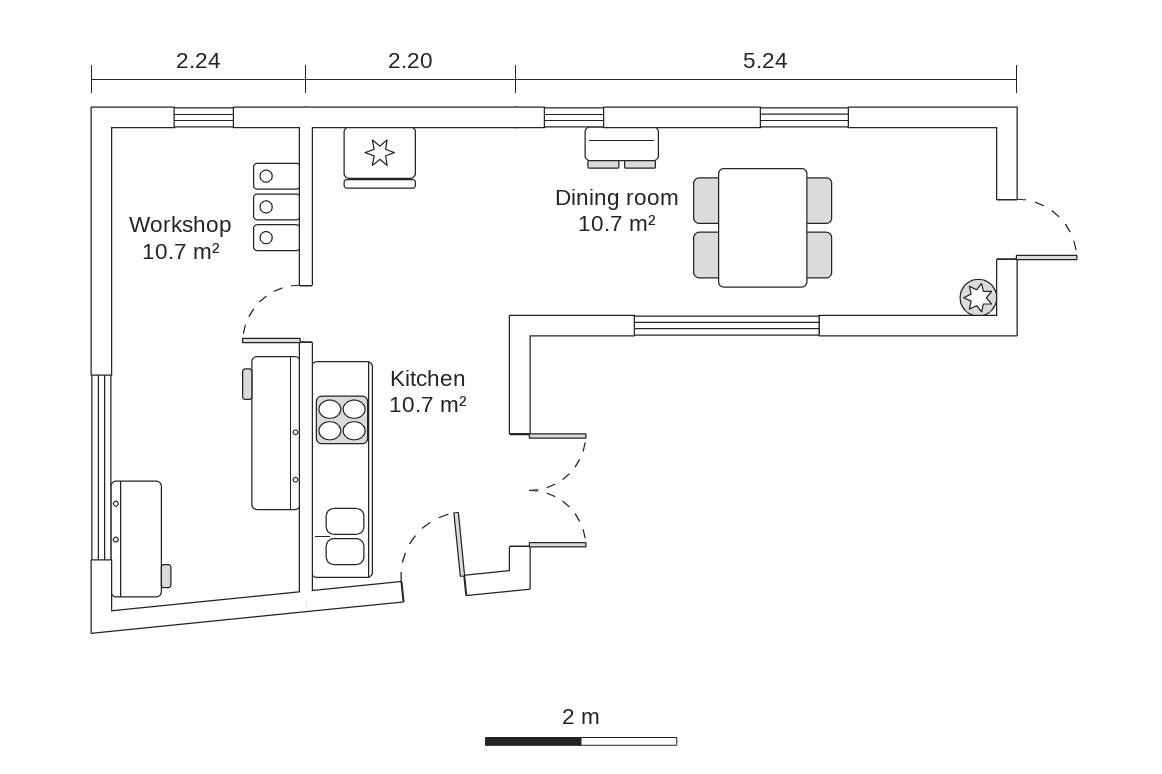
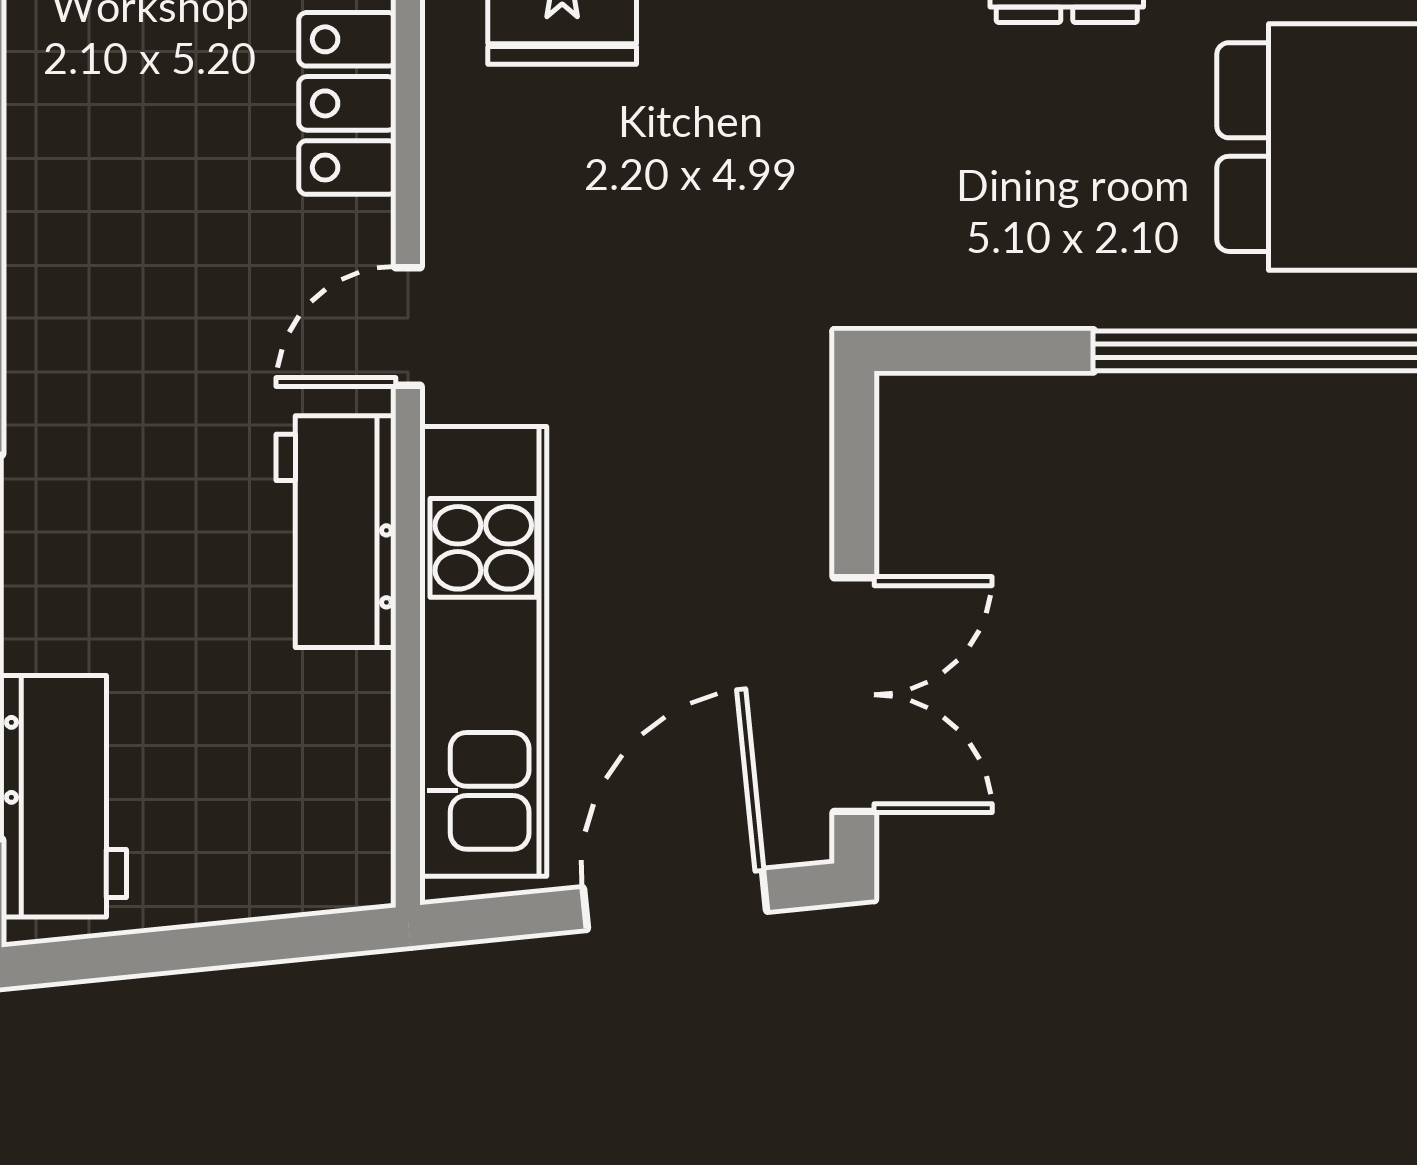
workbench: (271, 433) -> (336, 532), width x0.73
door: (434, 589) -> (675, 899), width x1.38

